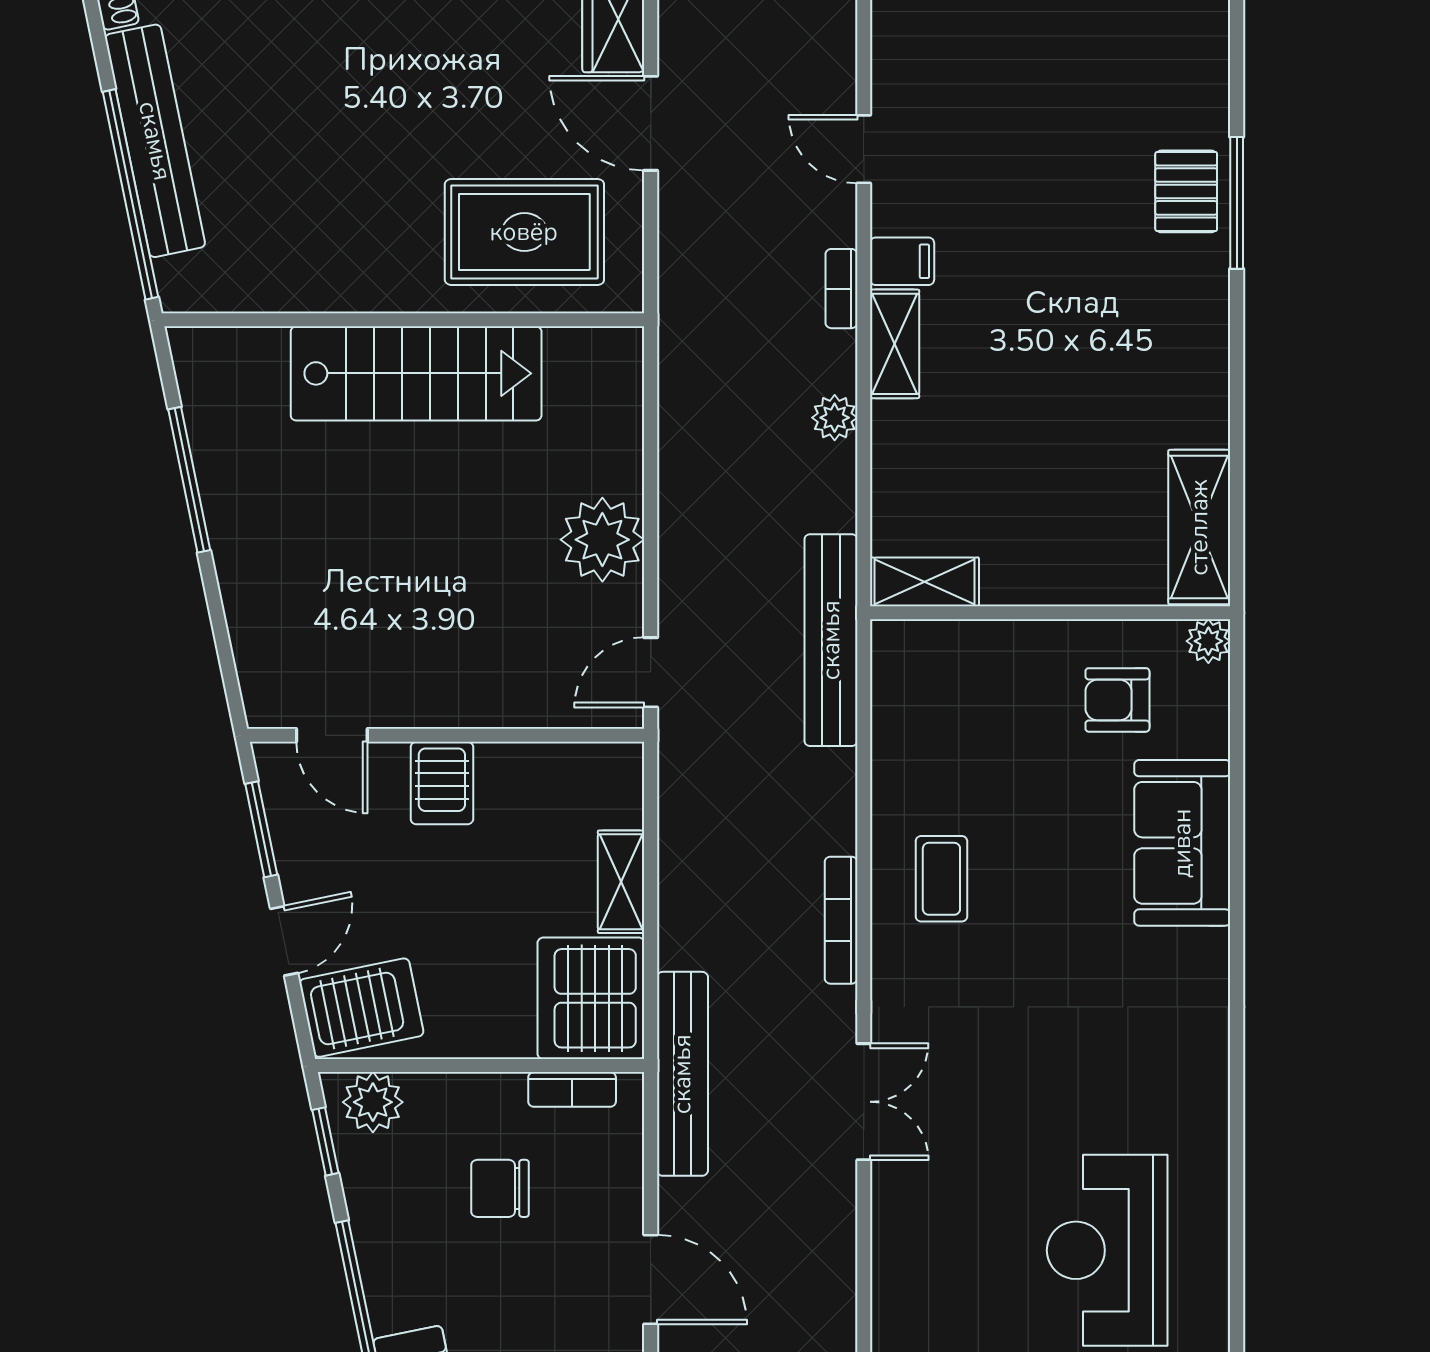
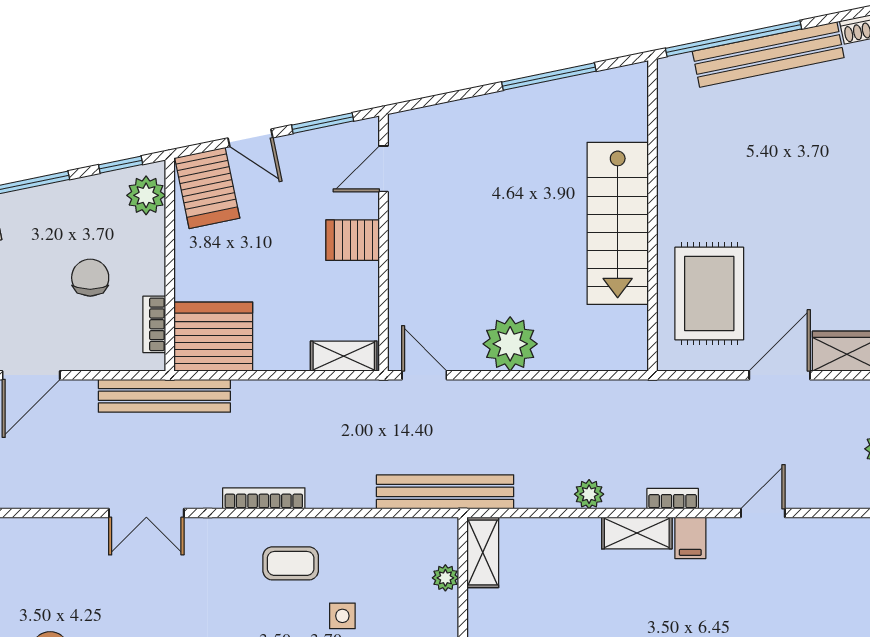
plant: (964, 640) -> (445, 578), added
side table: (1023, 799) -> (342, 616), added
shelving: (621, 882) -> (344, 356), moved

